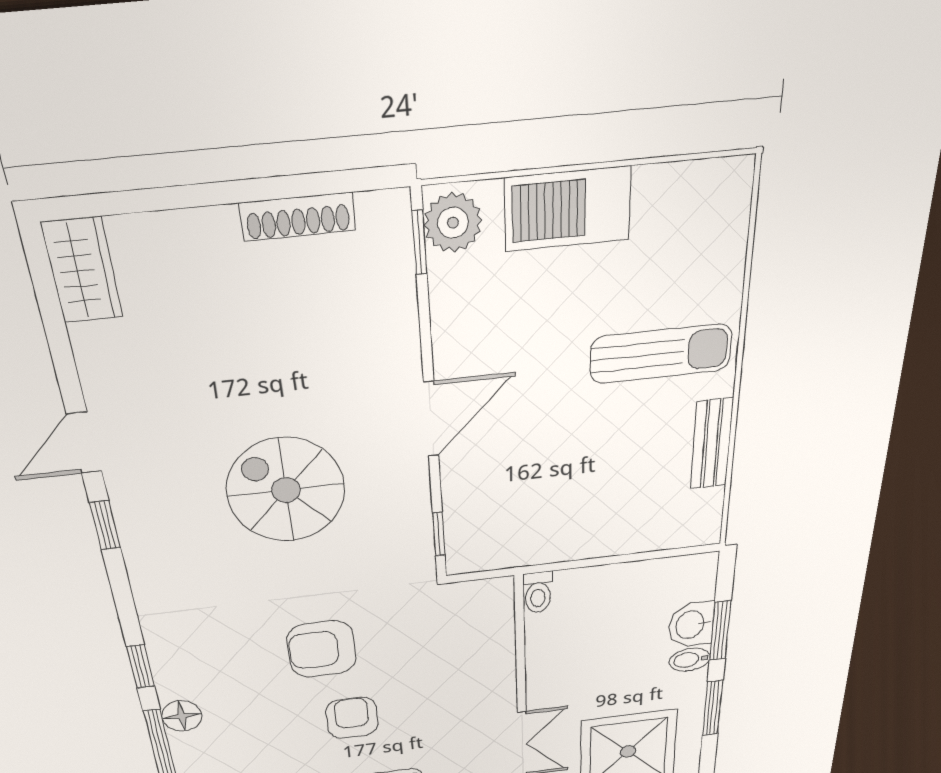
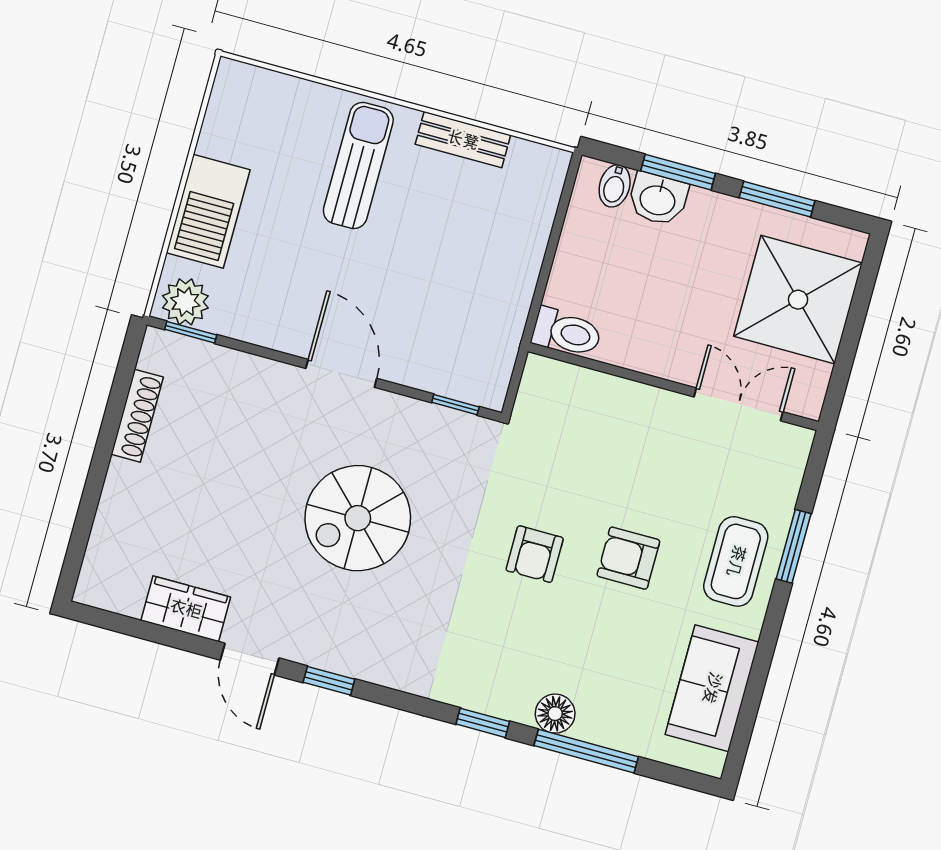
wardrobe: (82, 271) -> (186, 609), moved
toilet: (538, 592) -> (567, 333), width x1.37, depth x1.39
armchair: (322, 649) -> (535, 554), width x0.72, depth x0.72
bidet: (690, 660) -> (615, 186), moved

